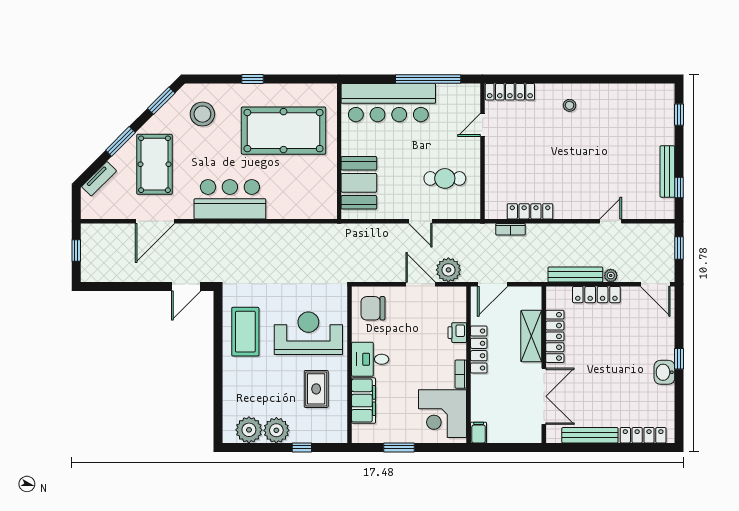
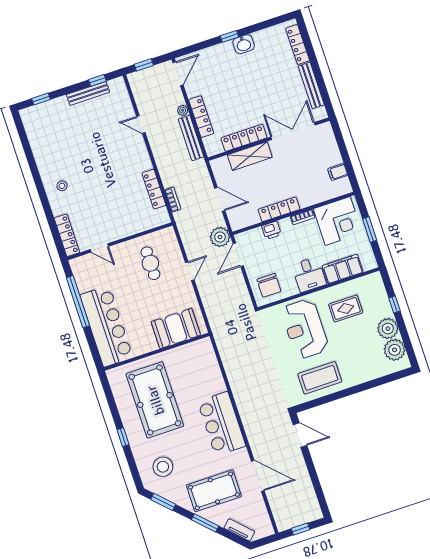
printer: (457, 333) -> (271, 230), moved
locker: (479, 350) -> (279, 209), moved
wall: (469, 365) -> (293, 213), moved
bookcase: (461, 374) -> (303, 217), moved
corner desk: (442, 414) -> (338, 221), moved

